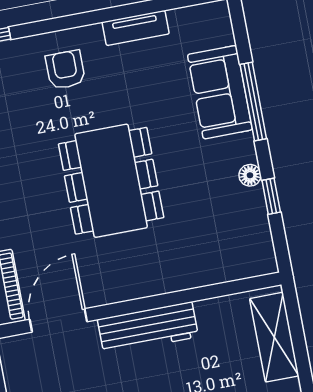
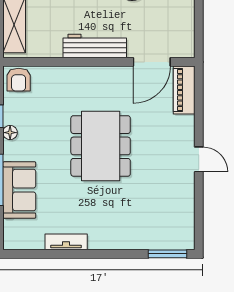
armchair: (65, 70) -> (19, 80), moved

